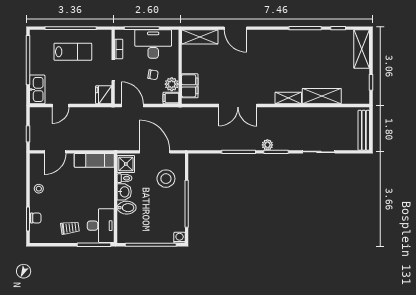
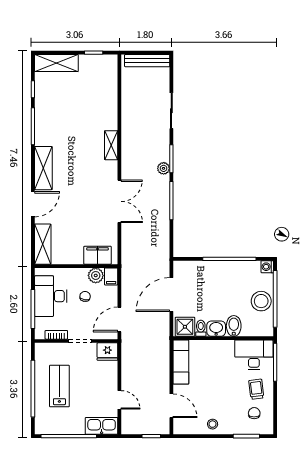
shelving: (322, 96) -> (43, 168), moved
stool: (166, 179) -> (261, 301), moved
chair: (36, 218) -> (254, 413), moved

